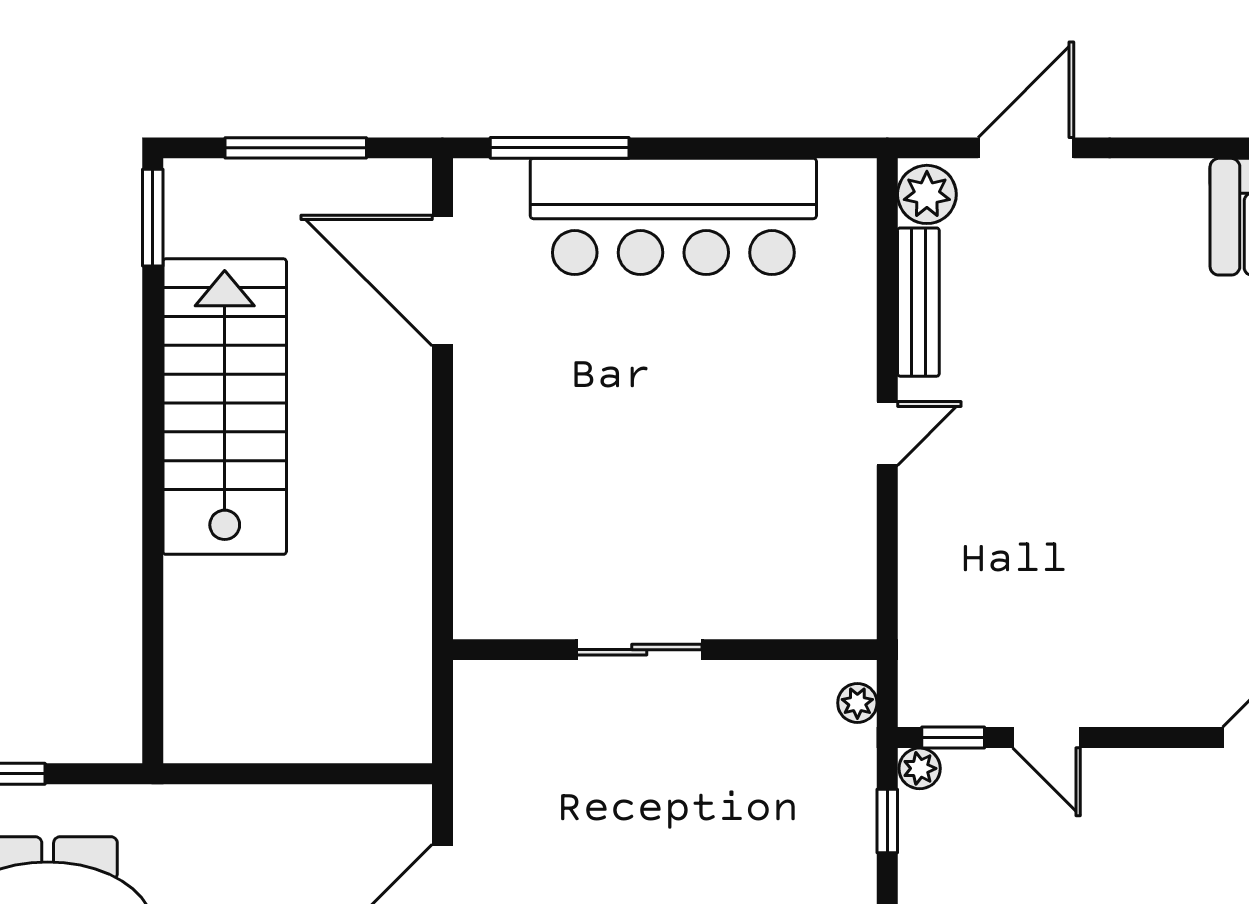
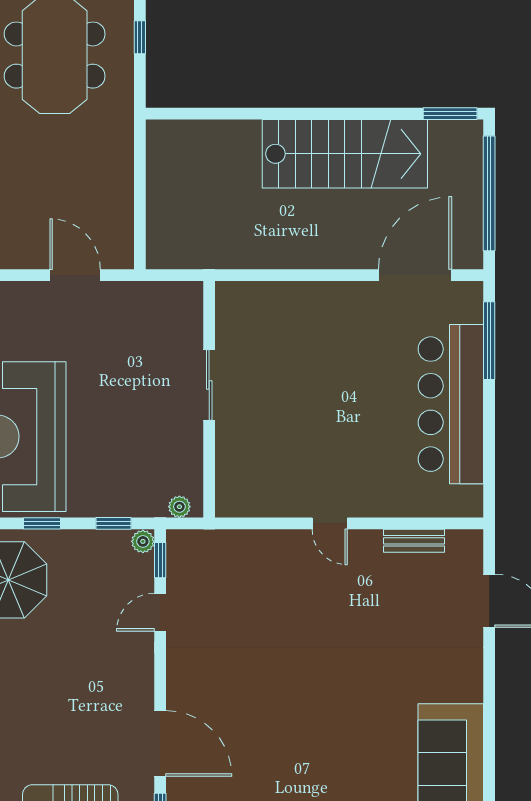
window: (296, 148) -> (489, 193), width x1.46
plant: (927, 194) -> (463, 545), removed
bench: (918, 302) -> (414, 541), width x0.73

